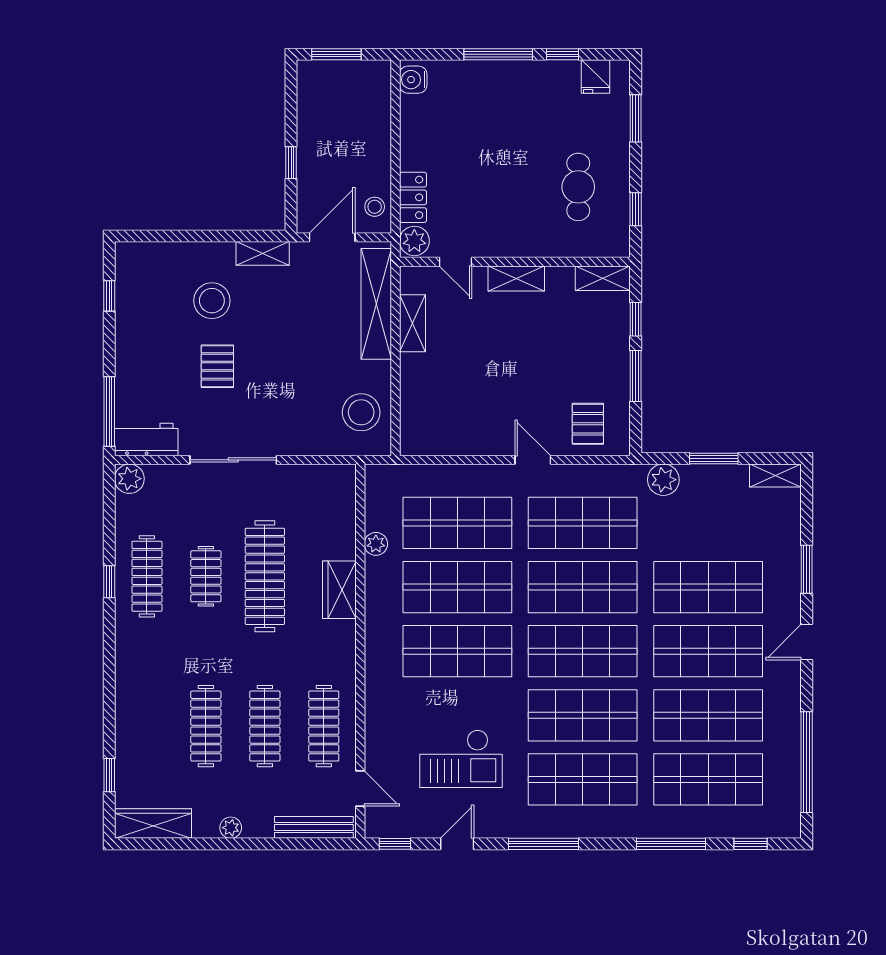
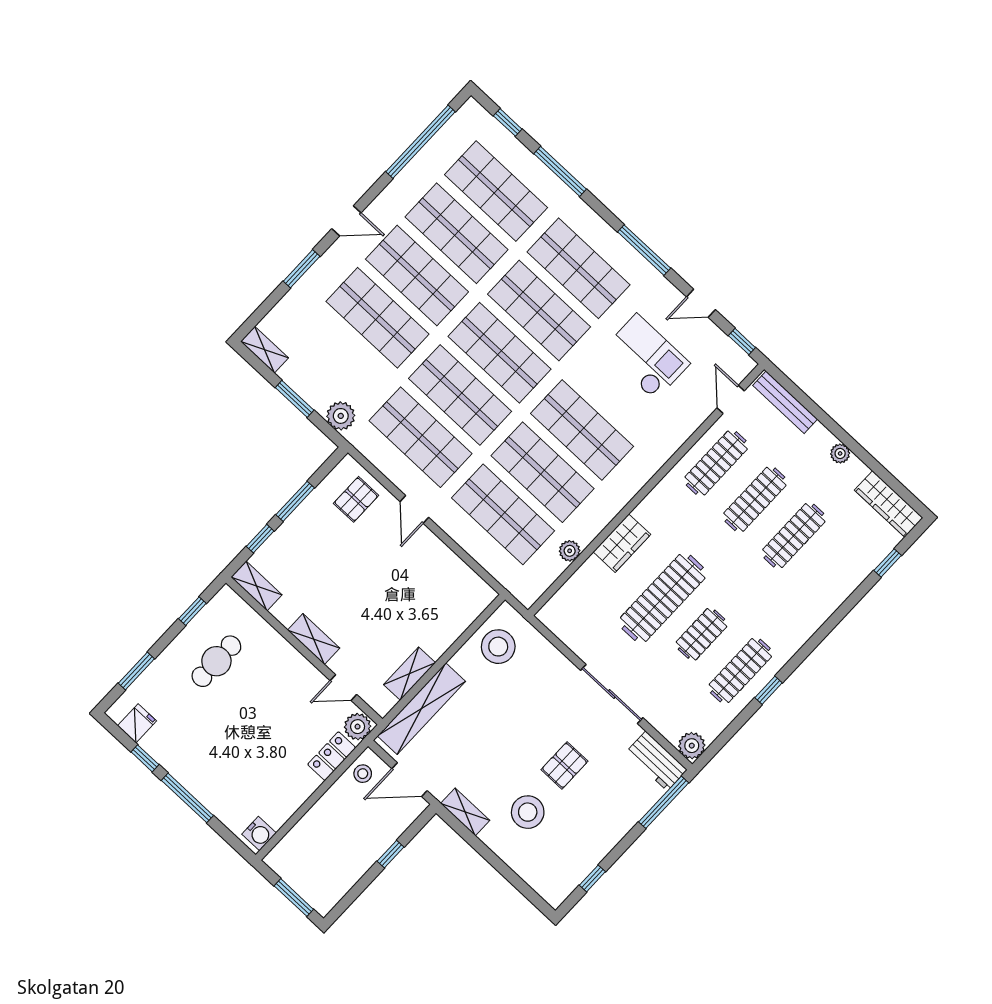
door: (455, 262) -> (343, 688), swing flipped

